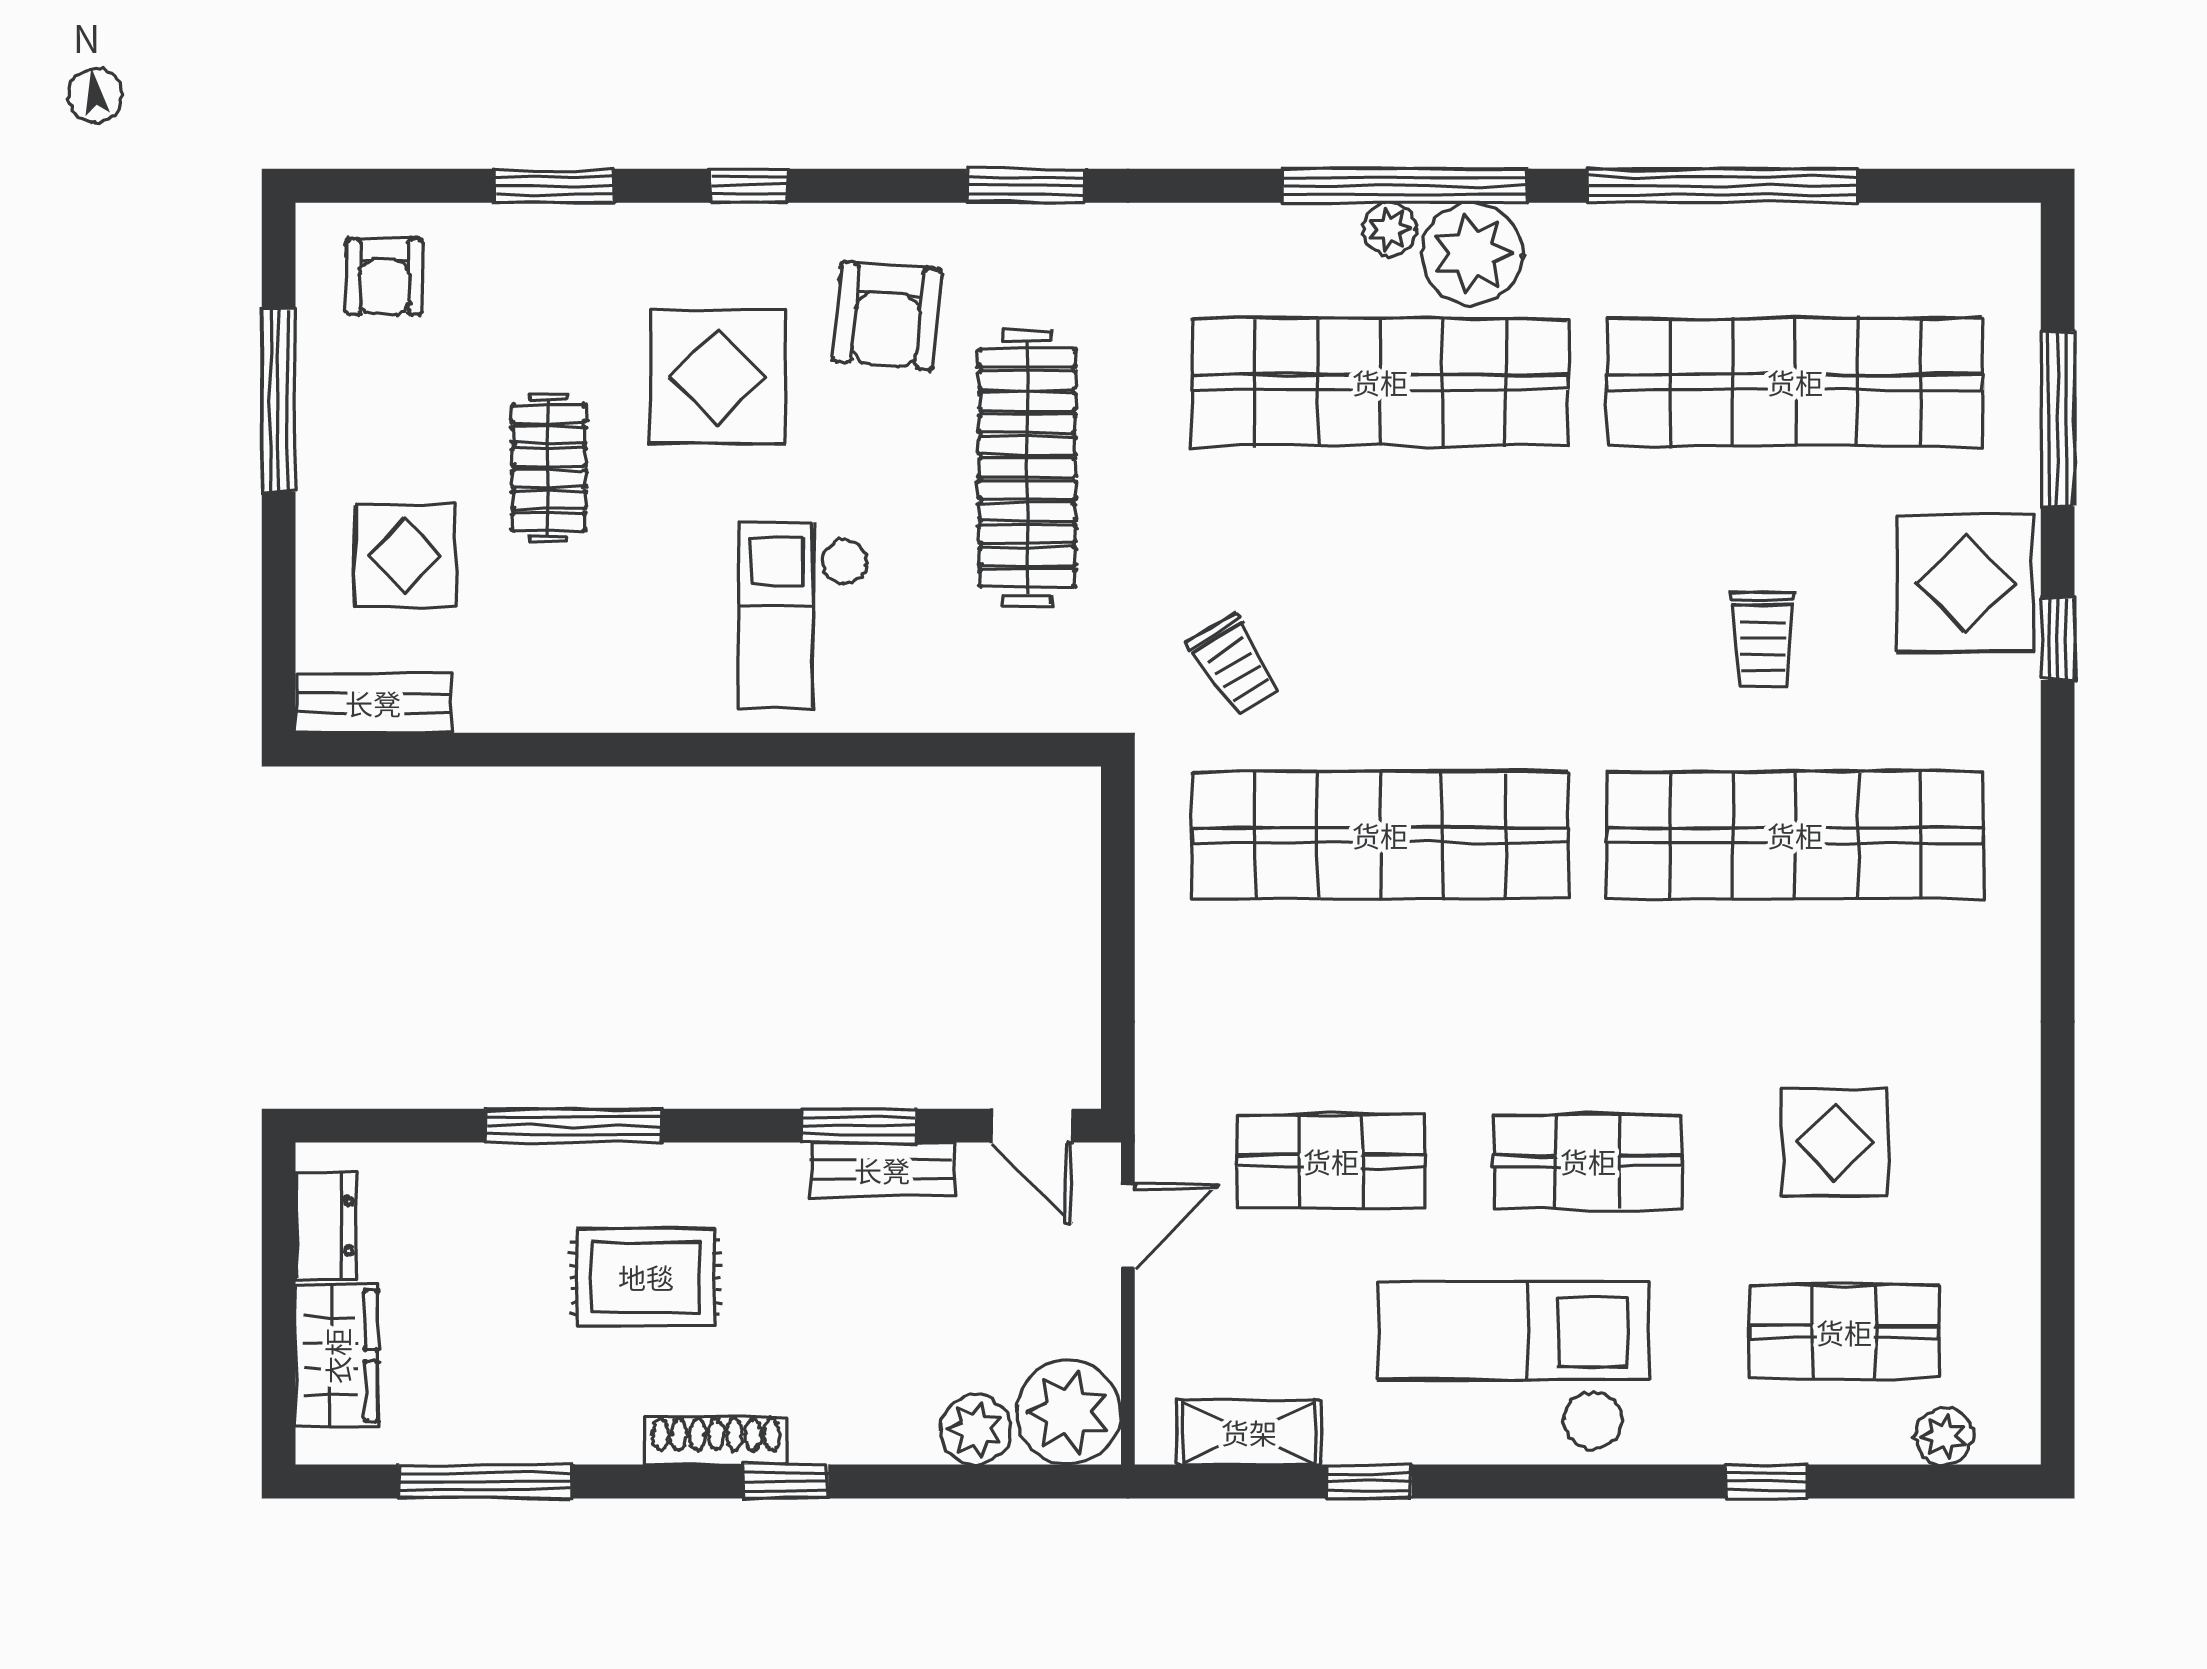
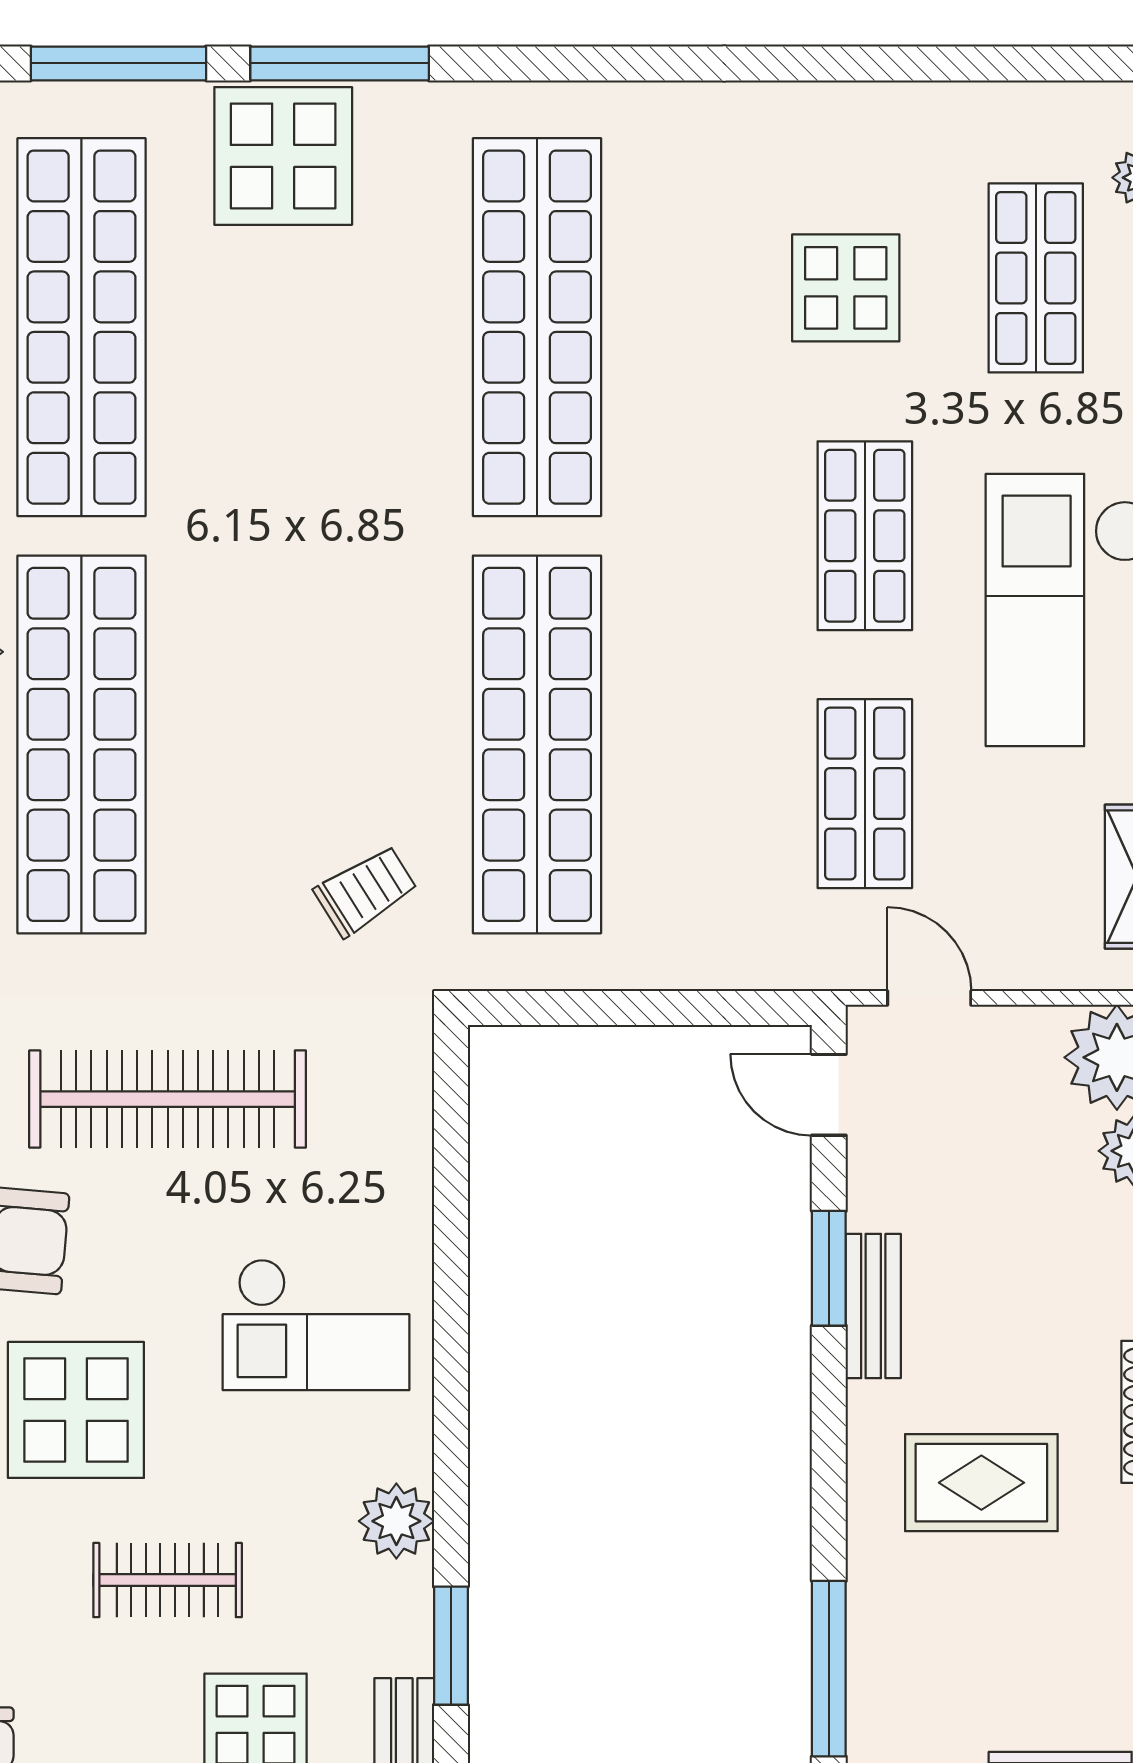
window: (2058, 639) -> (340, 63), width x2.17
trolley: (1763, 640) -> (340, 360), removed
plant: (607, 695) -> (396, 1521), added
window: (483, 750) -> (451, 1646), added
window: (573, 1126) -> (829, 1669), moved
door: (1032, 1126) -> (829, 1095), swing flipped
bench: (882, 1170) -> (873, 1306), moved
rug: (646, 1277) -> (981, 1483), turned 90

